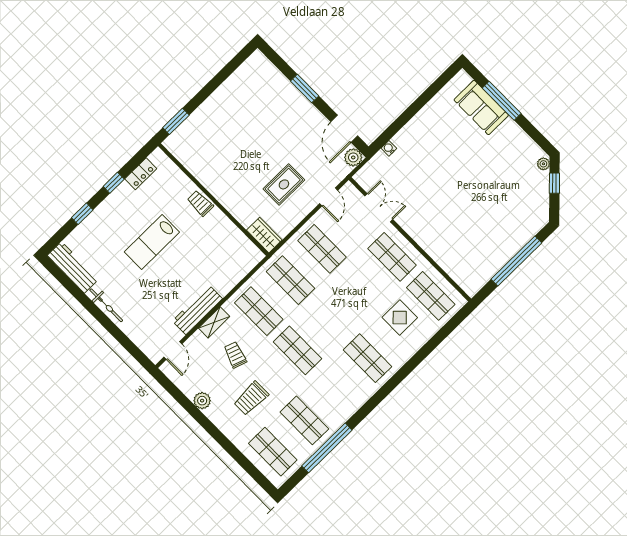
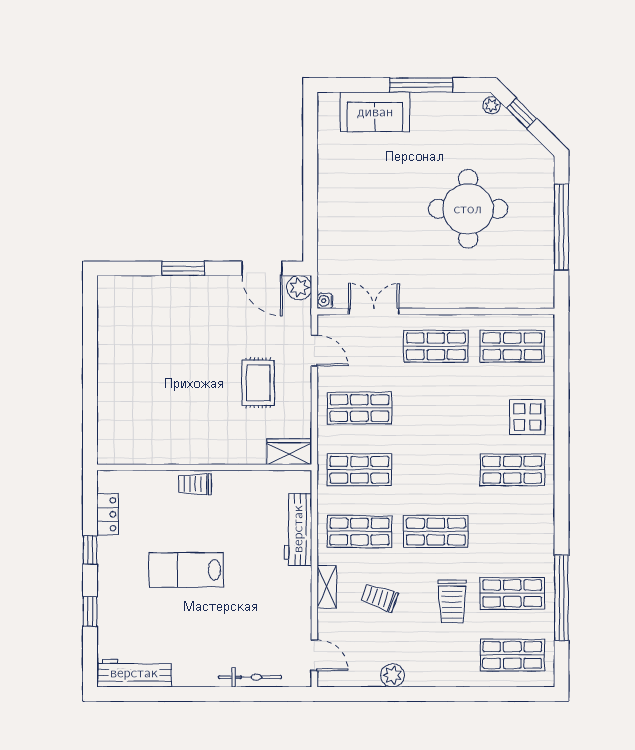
window: (502, 101) -> (421, 85), moved
window: (176, 121) -> (90, 428), removed
water cooler: (389, 148) -> (325, 301), moved
round table: (479, 204) -> (468, 209), added
lab bench: (152, 242) -> (186, 570), turned 90
bicycle: (106, 305) -> (250, 677), moved
workbench: (197, 310) -> (298, 529), moved
display table: (400, 318) -> (527, 417), moved
trolley: (251, 398) -> (452, 602), moved

